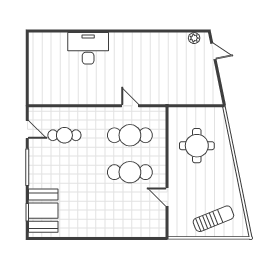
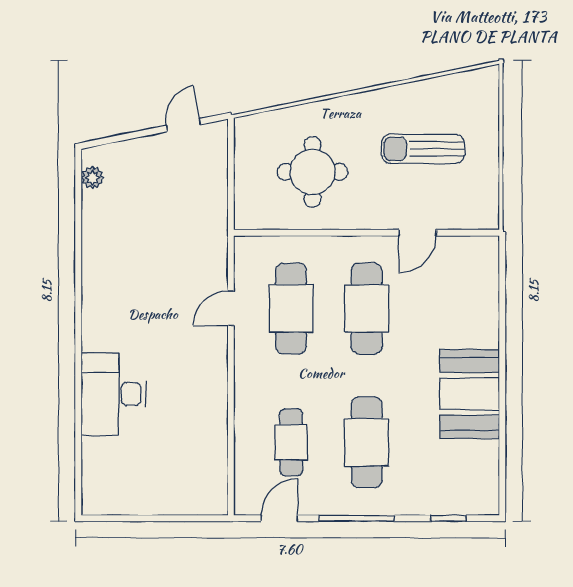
door: (213, 51) -> (184, 125), moved
cafe table: (64, 172) -> (367, 442), added
booth: (43, 211) -> (470, 394), moved, turned 90
sun lounger: (213, 219) -> (423, 149), moved, turned -68

